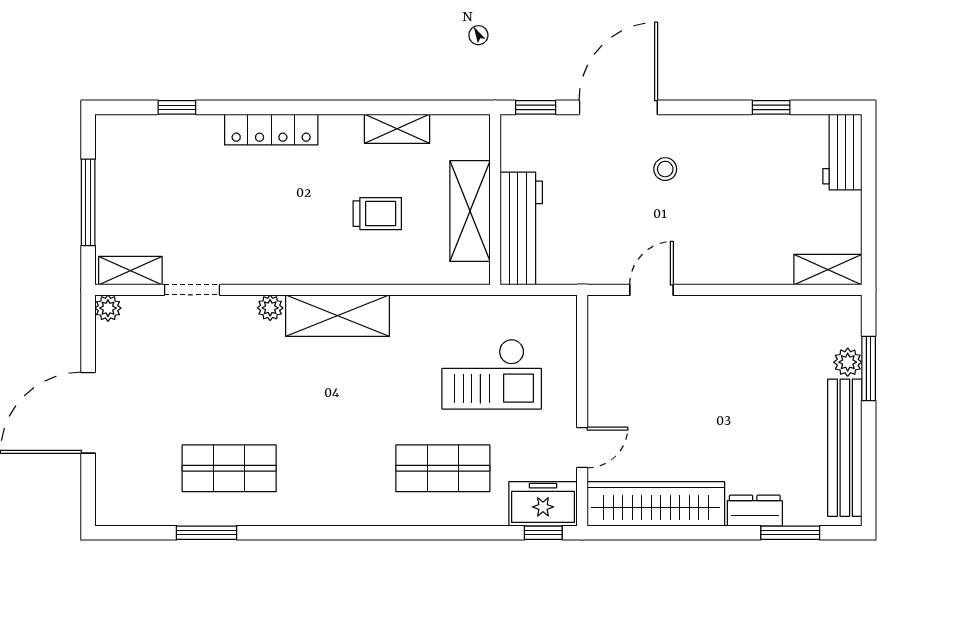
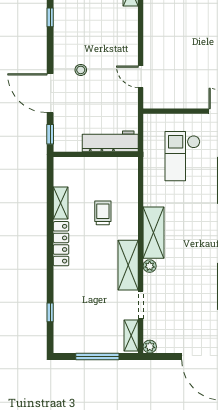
locker: (271, 129) -> (61, 244), moved
shelving: (470, 211) -> (128, 265), moved, turned 90
checkout: (492, 374) -> (183, 156), turned 180

